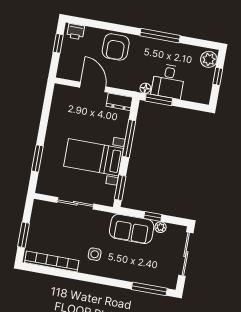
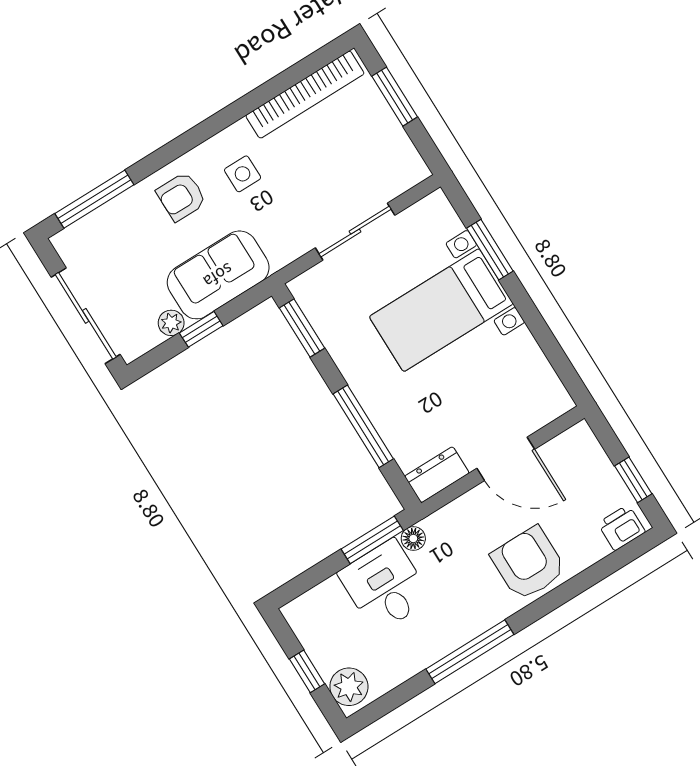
bed with nightstands: (94, 157) -> (441, 310), moved, turned 180
armchair: (121, 265) -> (181, 197), added

